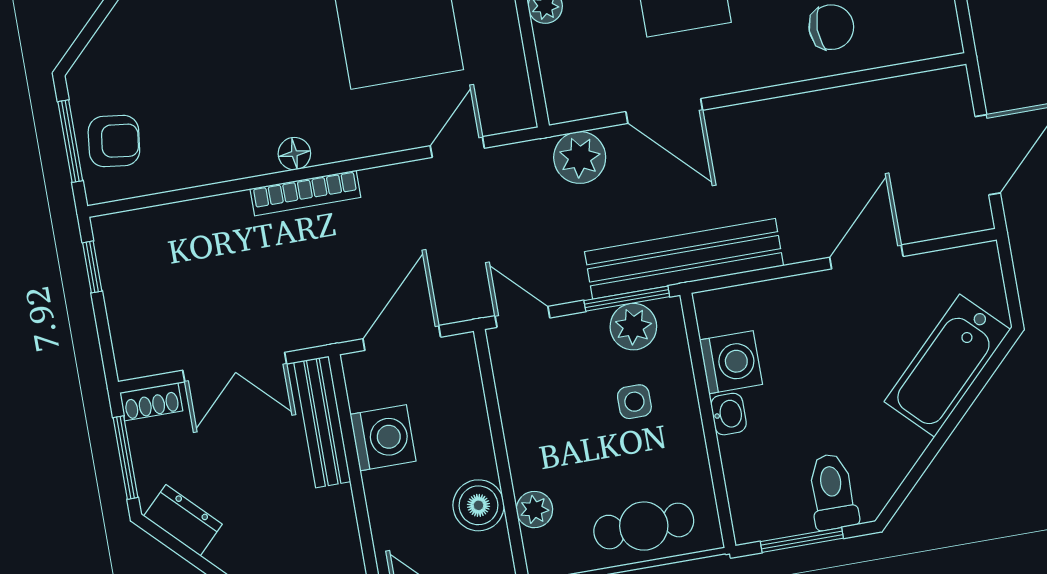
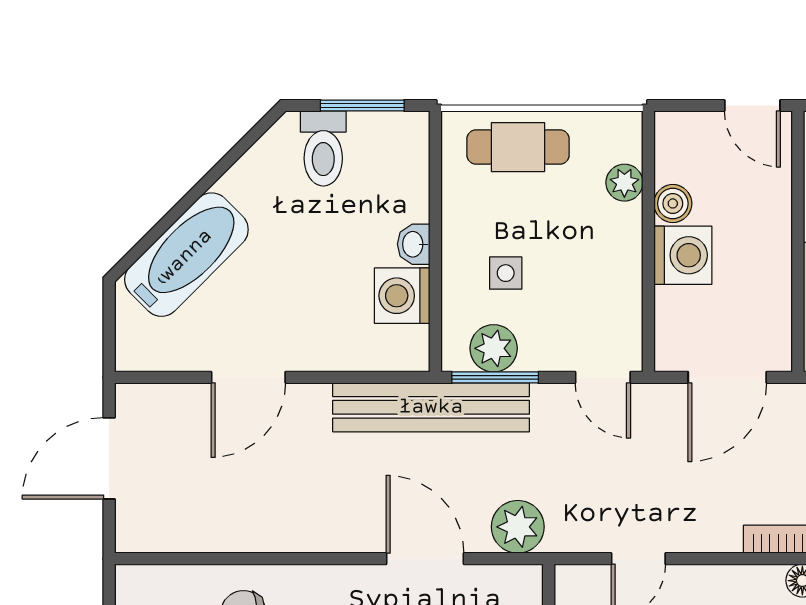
washing machine: (383, 438) -> (683, 255), moved, turned 180
boiler: (478, 505) -> (673, 203), width x0.73, depth x0.73

